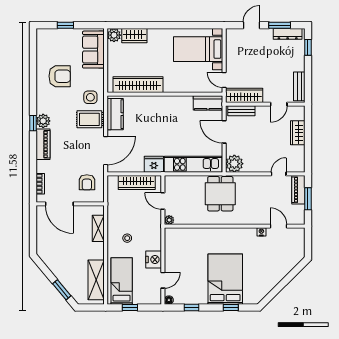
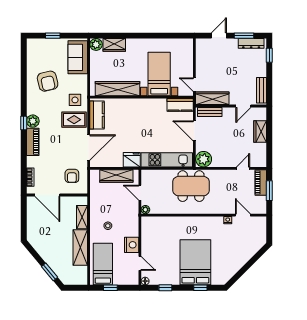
bed with nightstands: (198, 49) -> (159, 74), moved, turned 90
armchair: (60, 76) -> (48, 81), turned 77
dining table: (220, 194) -> (191, 186), width x1.38
shelving: (96, 280) -> (80, 247), moved
door: (163, 280) -> (140, 263), hinge flipped

